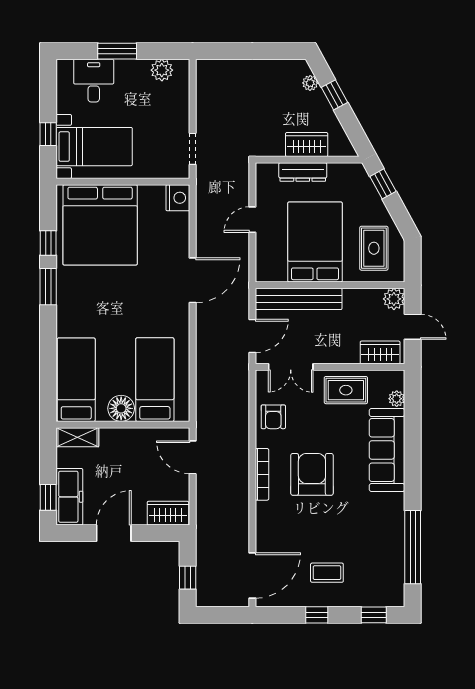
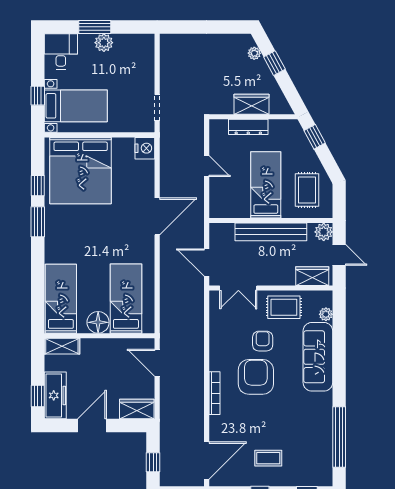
plant: (162, 70) -> (104, 43), moved
desk: (94, 81) -> (61, 51), moved
door: (252, 220) -> (207, 166), swing flipped
bed: (315, 242) -> (266, 185), width x0.67
bench: (299, 299) -> (271, 232), moved
door: (252, 336) -> (207, 262), swing flipped
armchair: (273, 417) -> (263, 341), moved, turned 180
bookcase: (262, 474) -> (214, 393), moved

